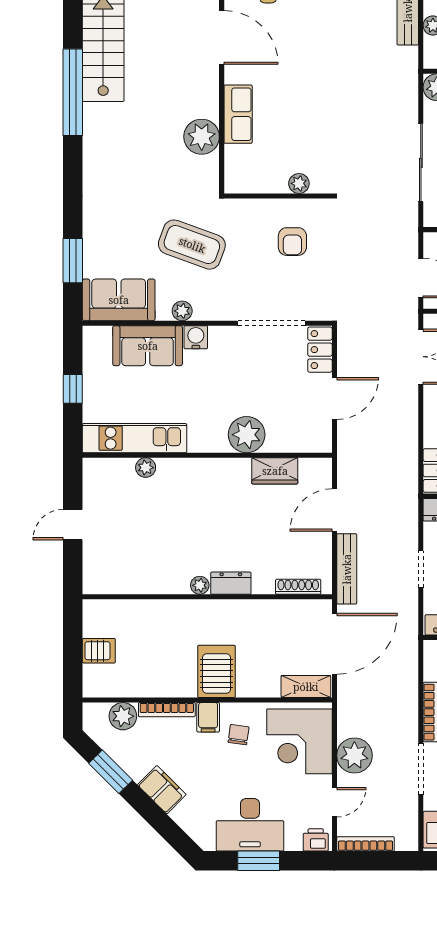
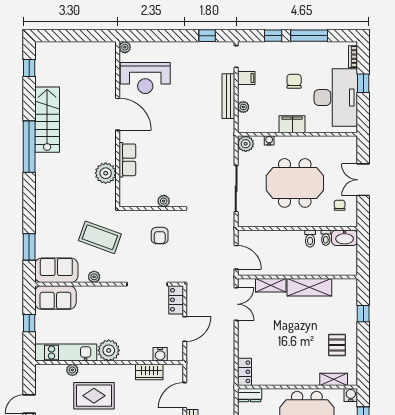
water cooler: (196, 337) -> (160, 354), moved, turned 180
sofa: (148, 346) -> (55, 298), moved
plant: (247, 435) -> (109, 350), moved
rug: (182, 511) -> (94, 396), added

